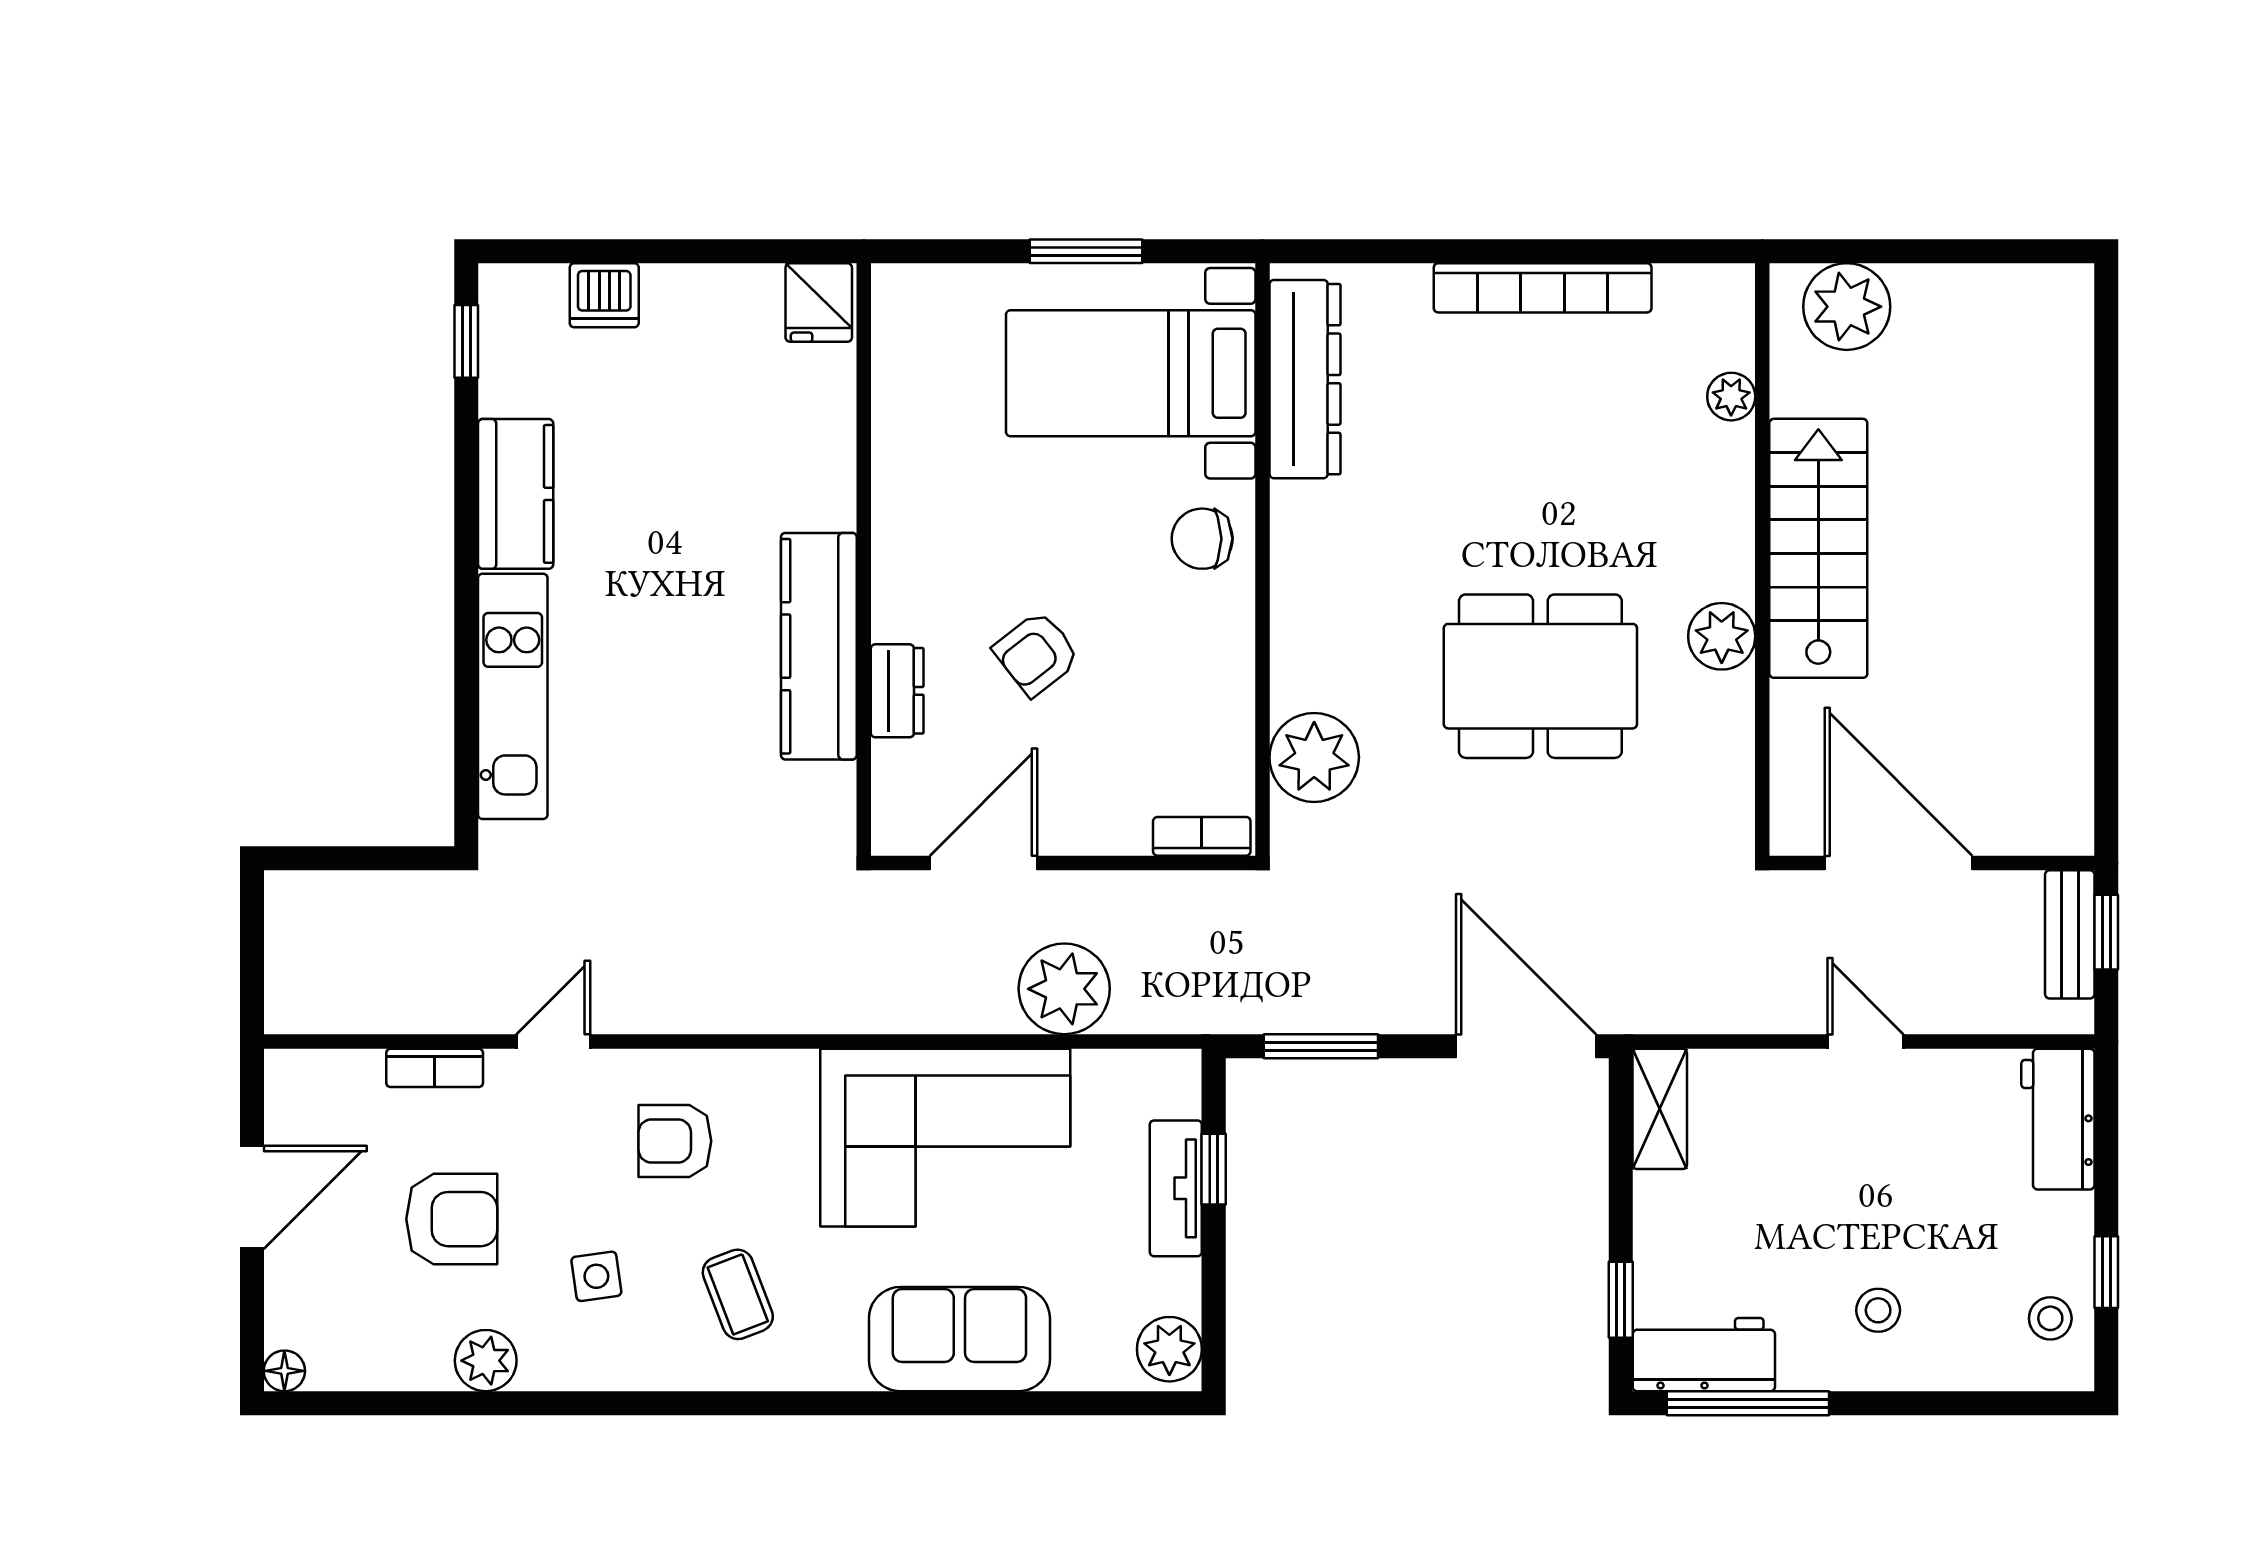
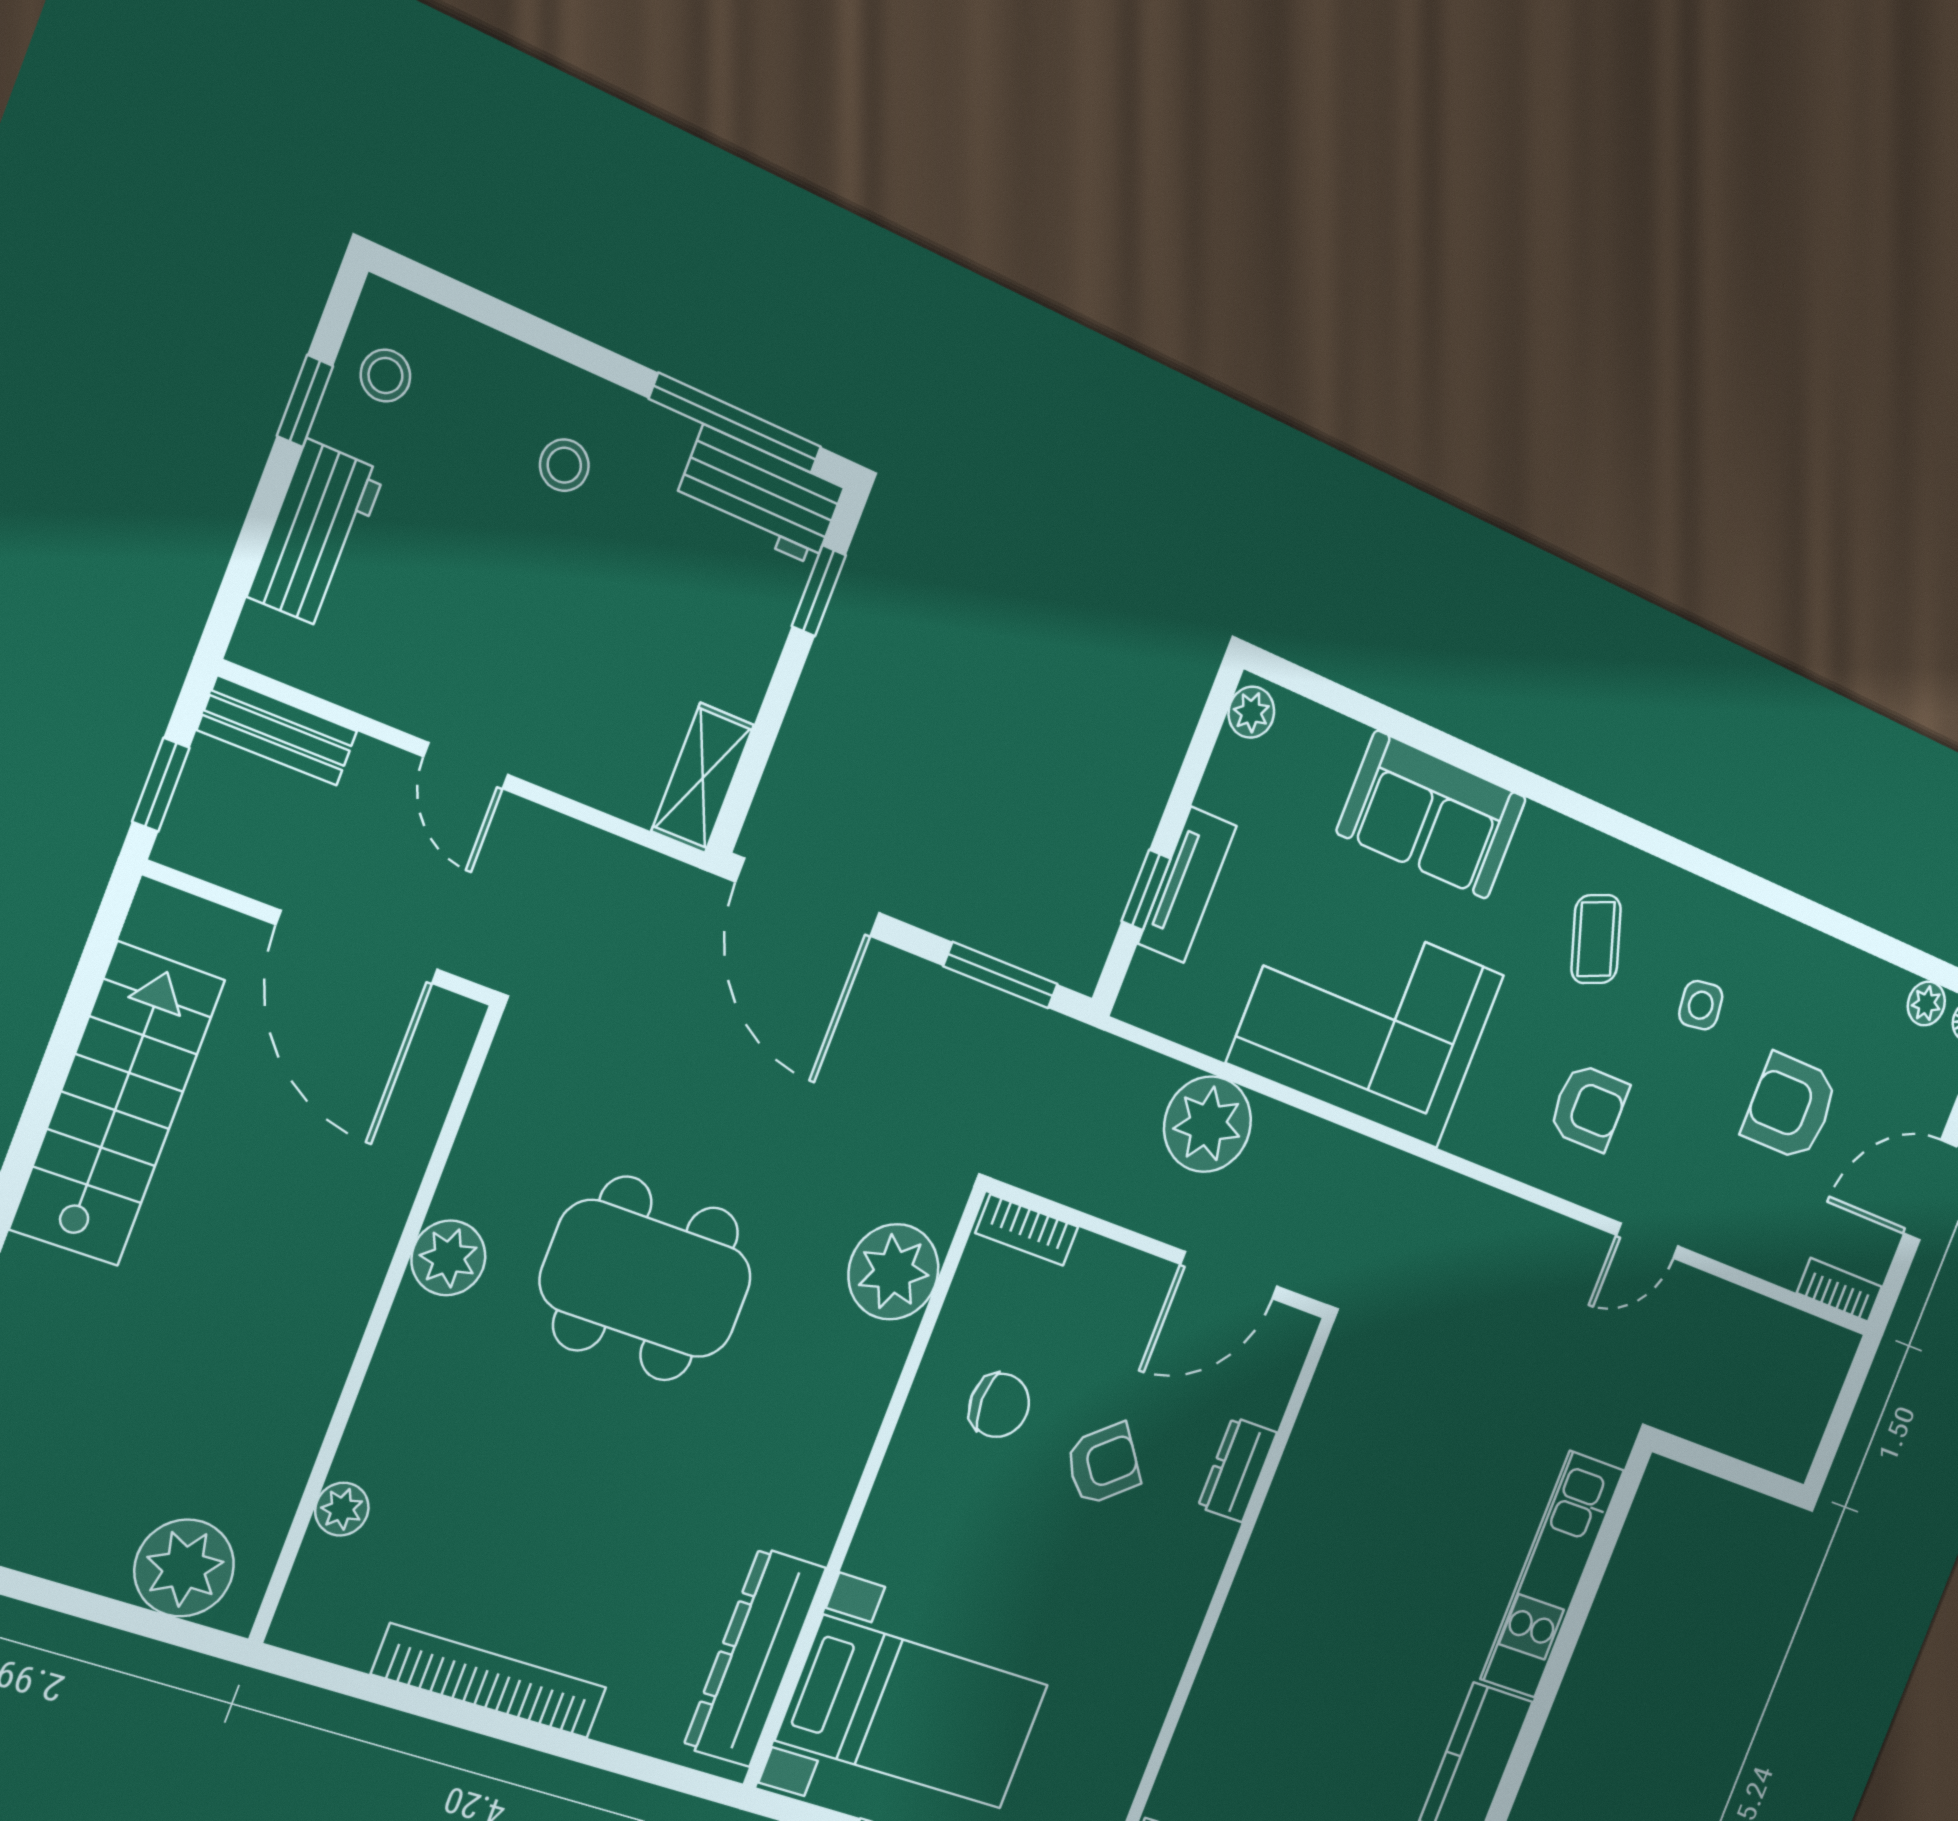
chair: (1202, 539) -> (999, 1405), moved
stairs: (1818, 548) -> (117, 1104), moved, turned 180
kitchen counter: (819, 646) -> (1286, 1536), removed
bench: (2070, 934) -> (277, 731), moved, turned 90
bookcase: (435, 1068) -> (1839, 1290), moved
workbench: (2058, 1119) -> (316, 534), moved
plant: (1169, 1349) -> (1251, 712), width x0.73, depth x0.73
plant: (486, 1361) -> (1926, 1003), moved, width x0.73, depth x0.73

